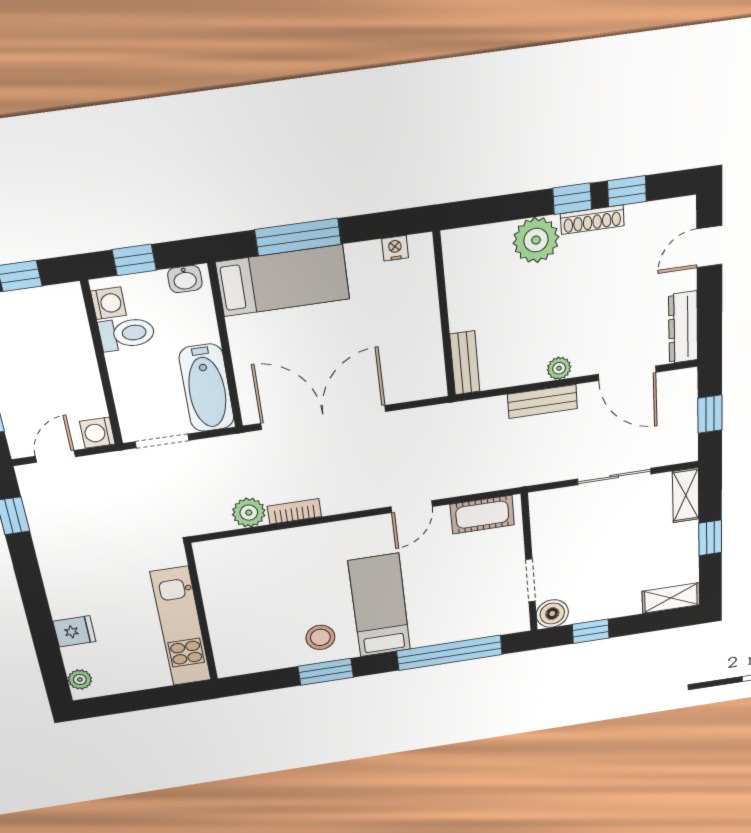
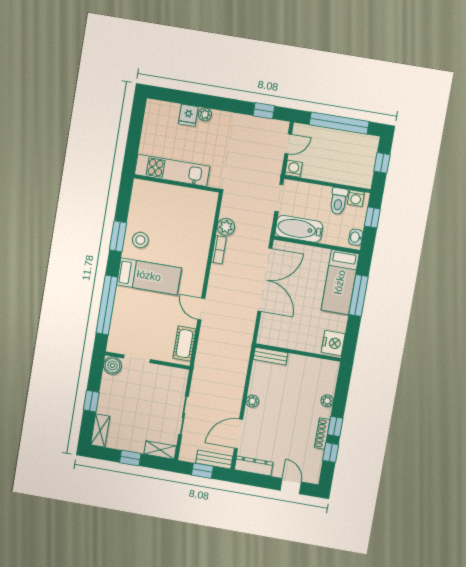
plant: (536, 240) -> (327, 401), width x0.53, depth x0.53
nightstand: (395, 248) -> (333, 343), width x1.89, depth x1.79
bench: (542, 401) -> (214, 460), moved, turned 90
door: (55, 456) -> (288, 144), hinge flipped
window: (591, 631) -> (91, 401), moved
plant: (80, 679) -> (205, 114), moved

